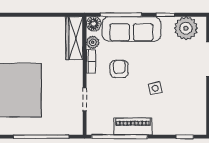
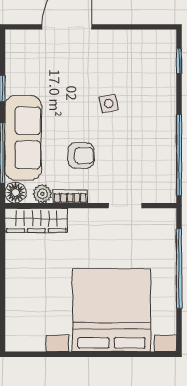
plant: (186, 28) -> (22, 59), removed
armchair: (119, 69) -> (81, 155), turned 180
piano: (133, 126) -> (164, 136), removed

